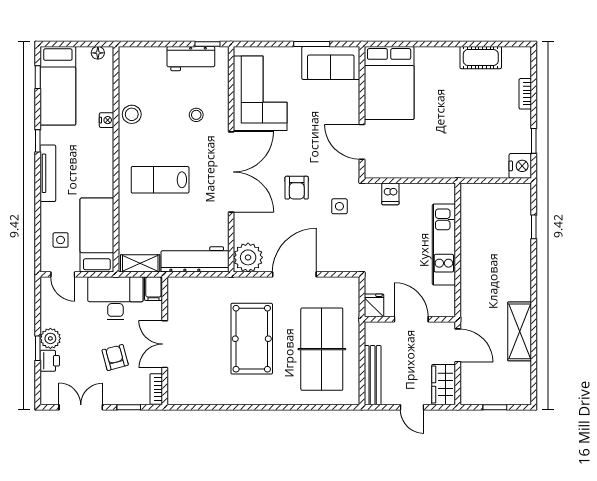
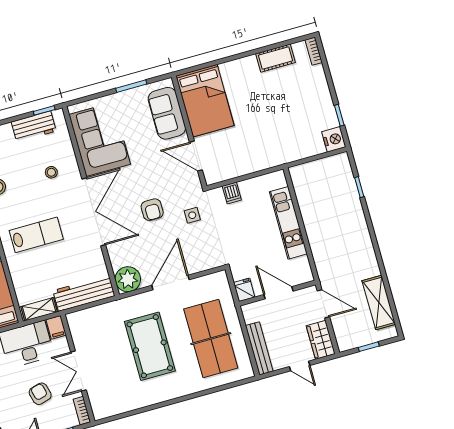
sofa: (331, 63) -> (167, 113), moved, turned 90
bookcase: (525, 94) -> (314, 51), moved
lab bench: (160, 180) -> (36, 235), turned 180
shelving: (520, 331) -> (379, 302), moved

